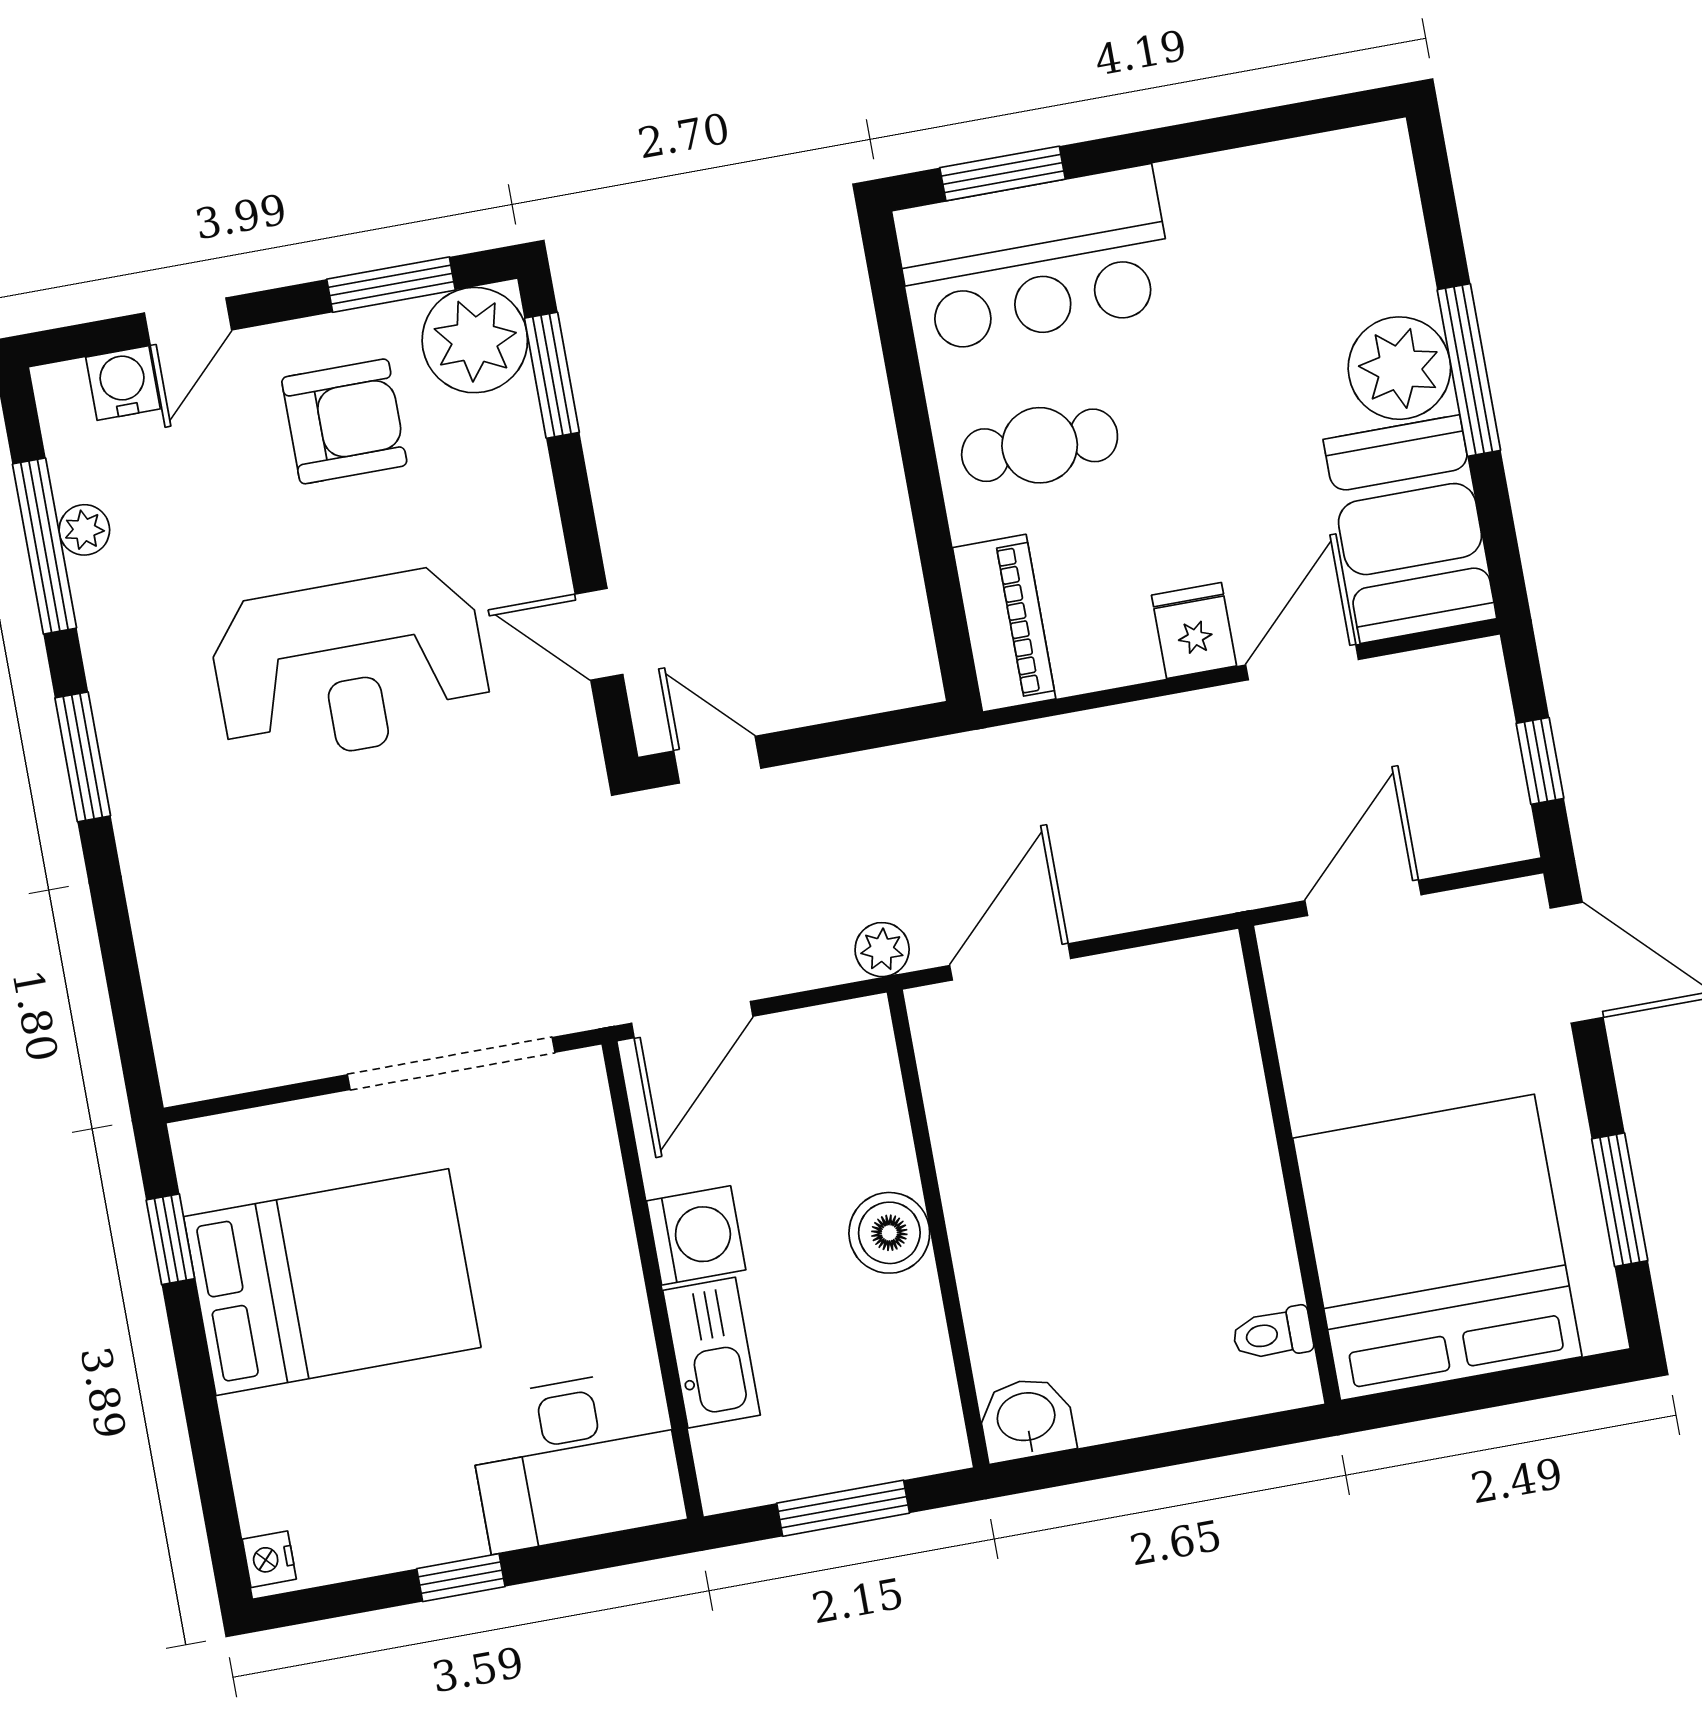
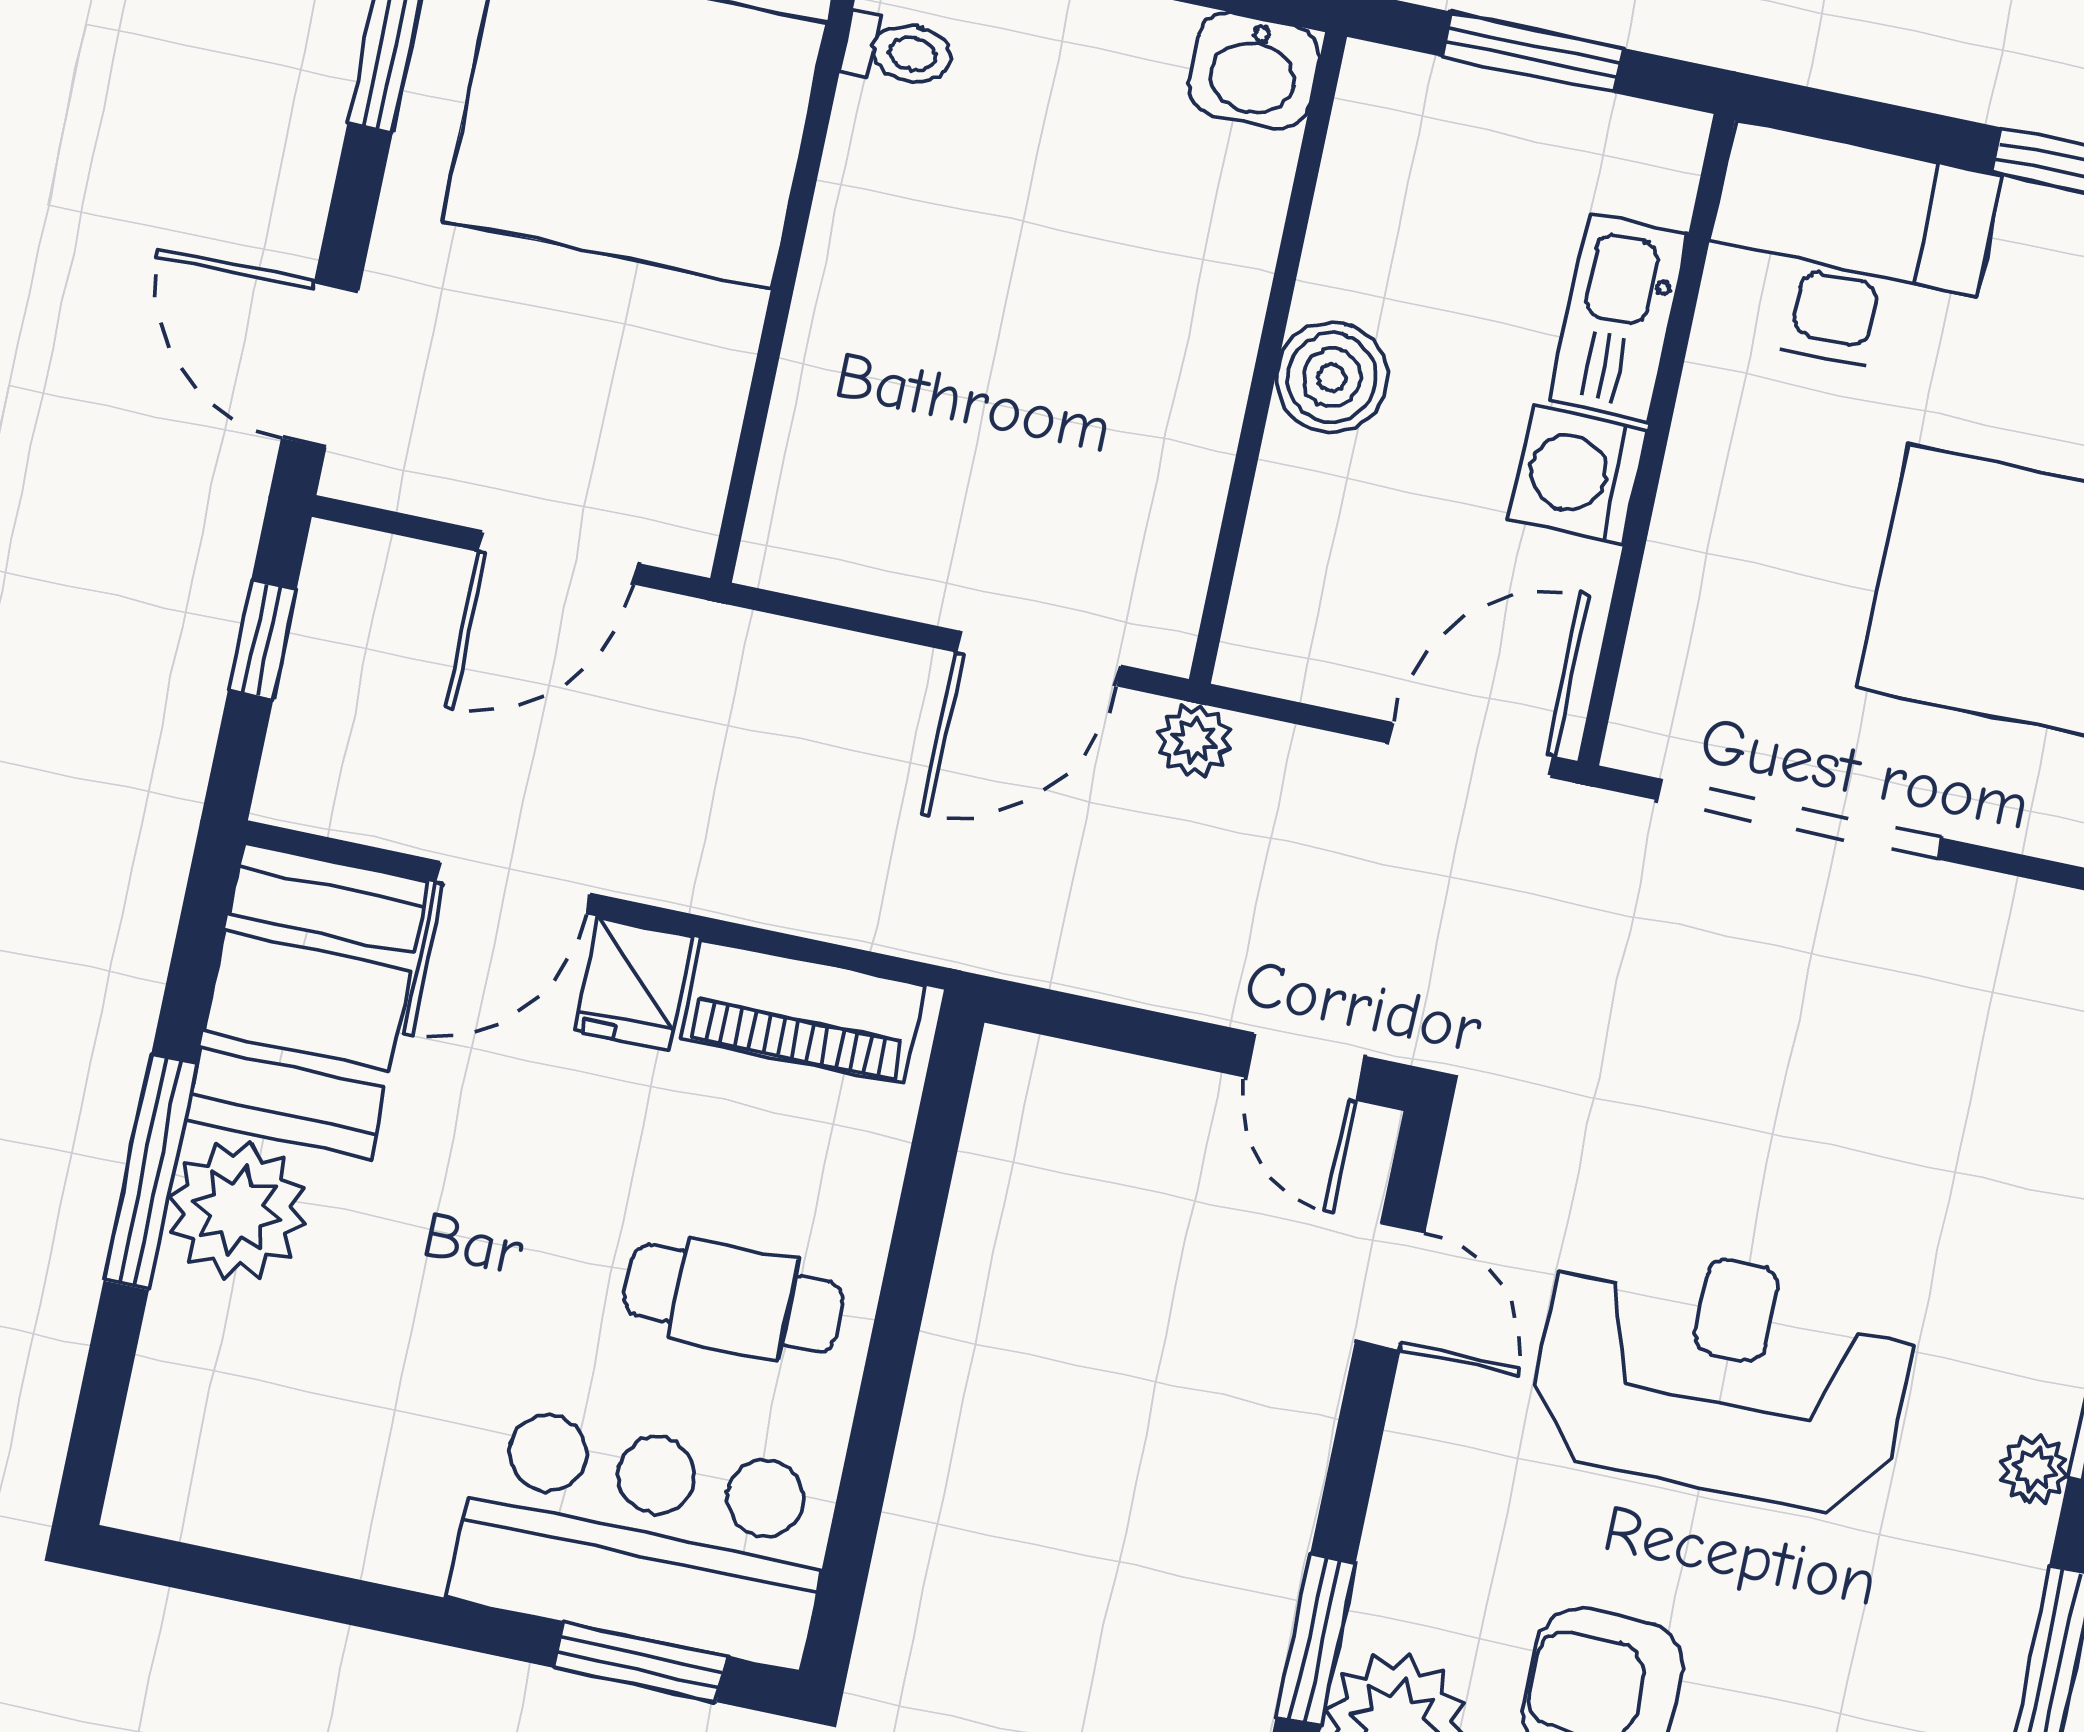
plant: (84, 530) -> (2034, 1469), moved
piano: (1004, 623) -> (802, 1012), moved, turned -90

